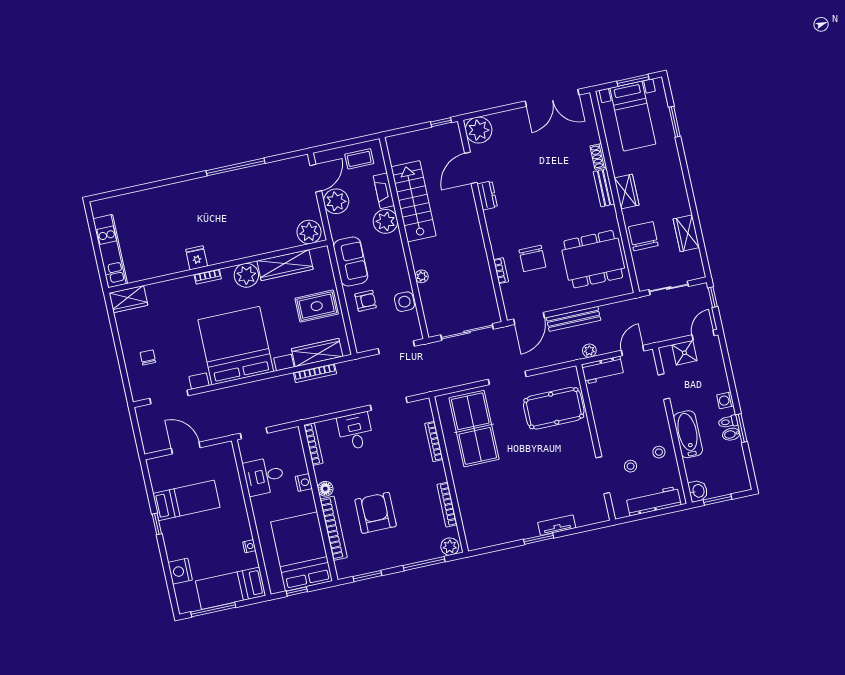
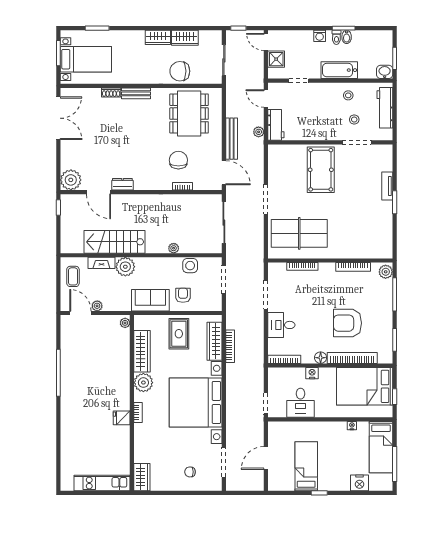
wardrobe: (627, 192) -> (158, 37), moved, turned 180
plant: (336, 201) -> (97, 306), width x0.53, depth x0.53
plant: (309, 232) -> (125, 323), width x0.53, depth x0.53
chair: (532, 258) -> (178, 160), turned -90
pool table: (554, 408) -> (321, 170), moved

